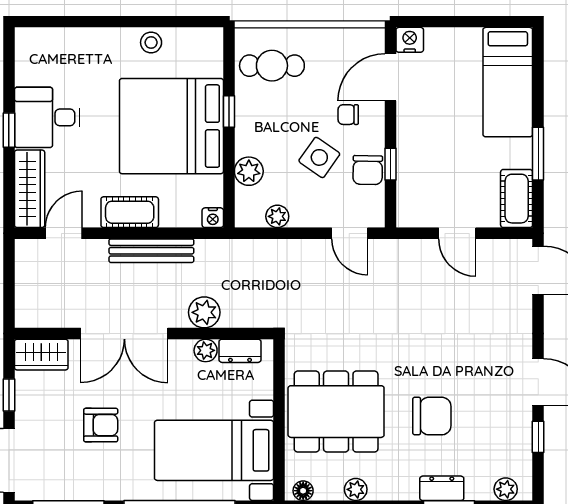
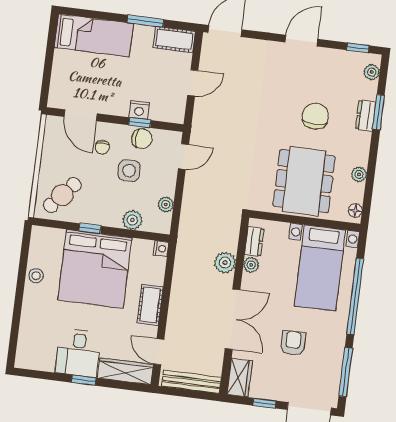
nightstand: (410, 40) -> (139, 110), moved, turned -90
cafe table: (272, 66) -> (62, 195), turned 41
side table: (319, 157) -> (129, 171), turned -35
bench: (151, 251) -> (191, 382), moved, turned 90
window: (538, 437) -> (358, 48), moved

